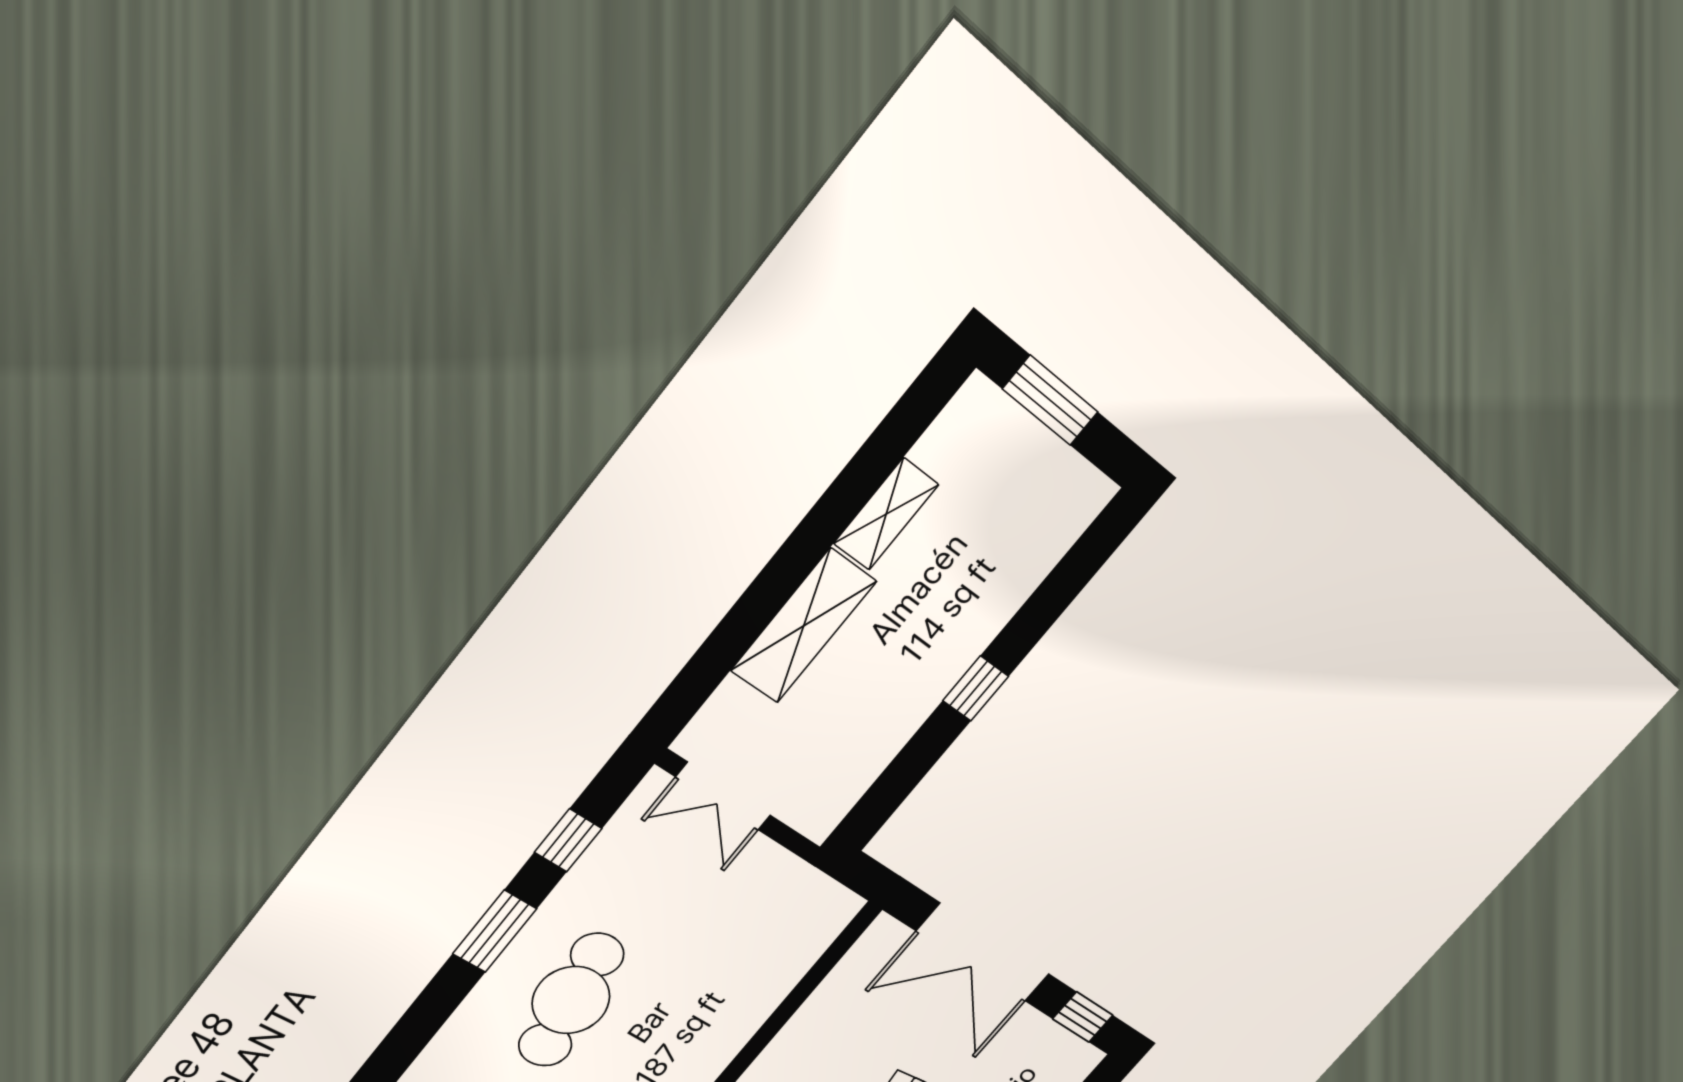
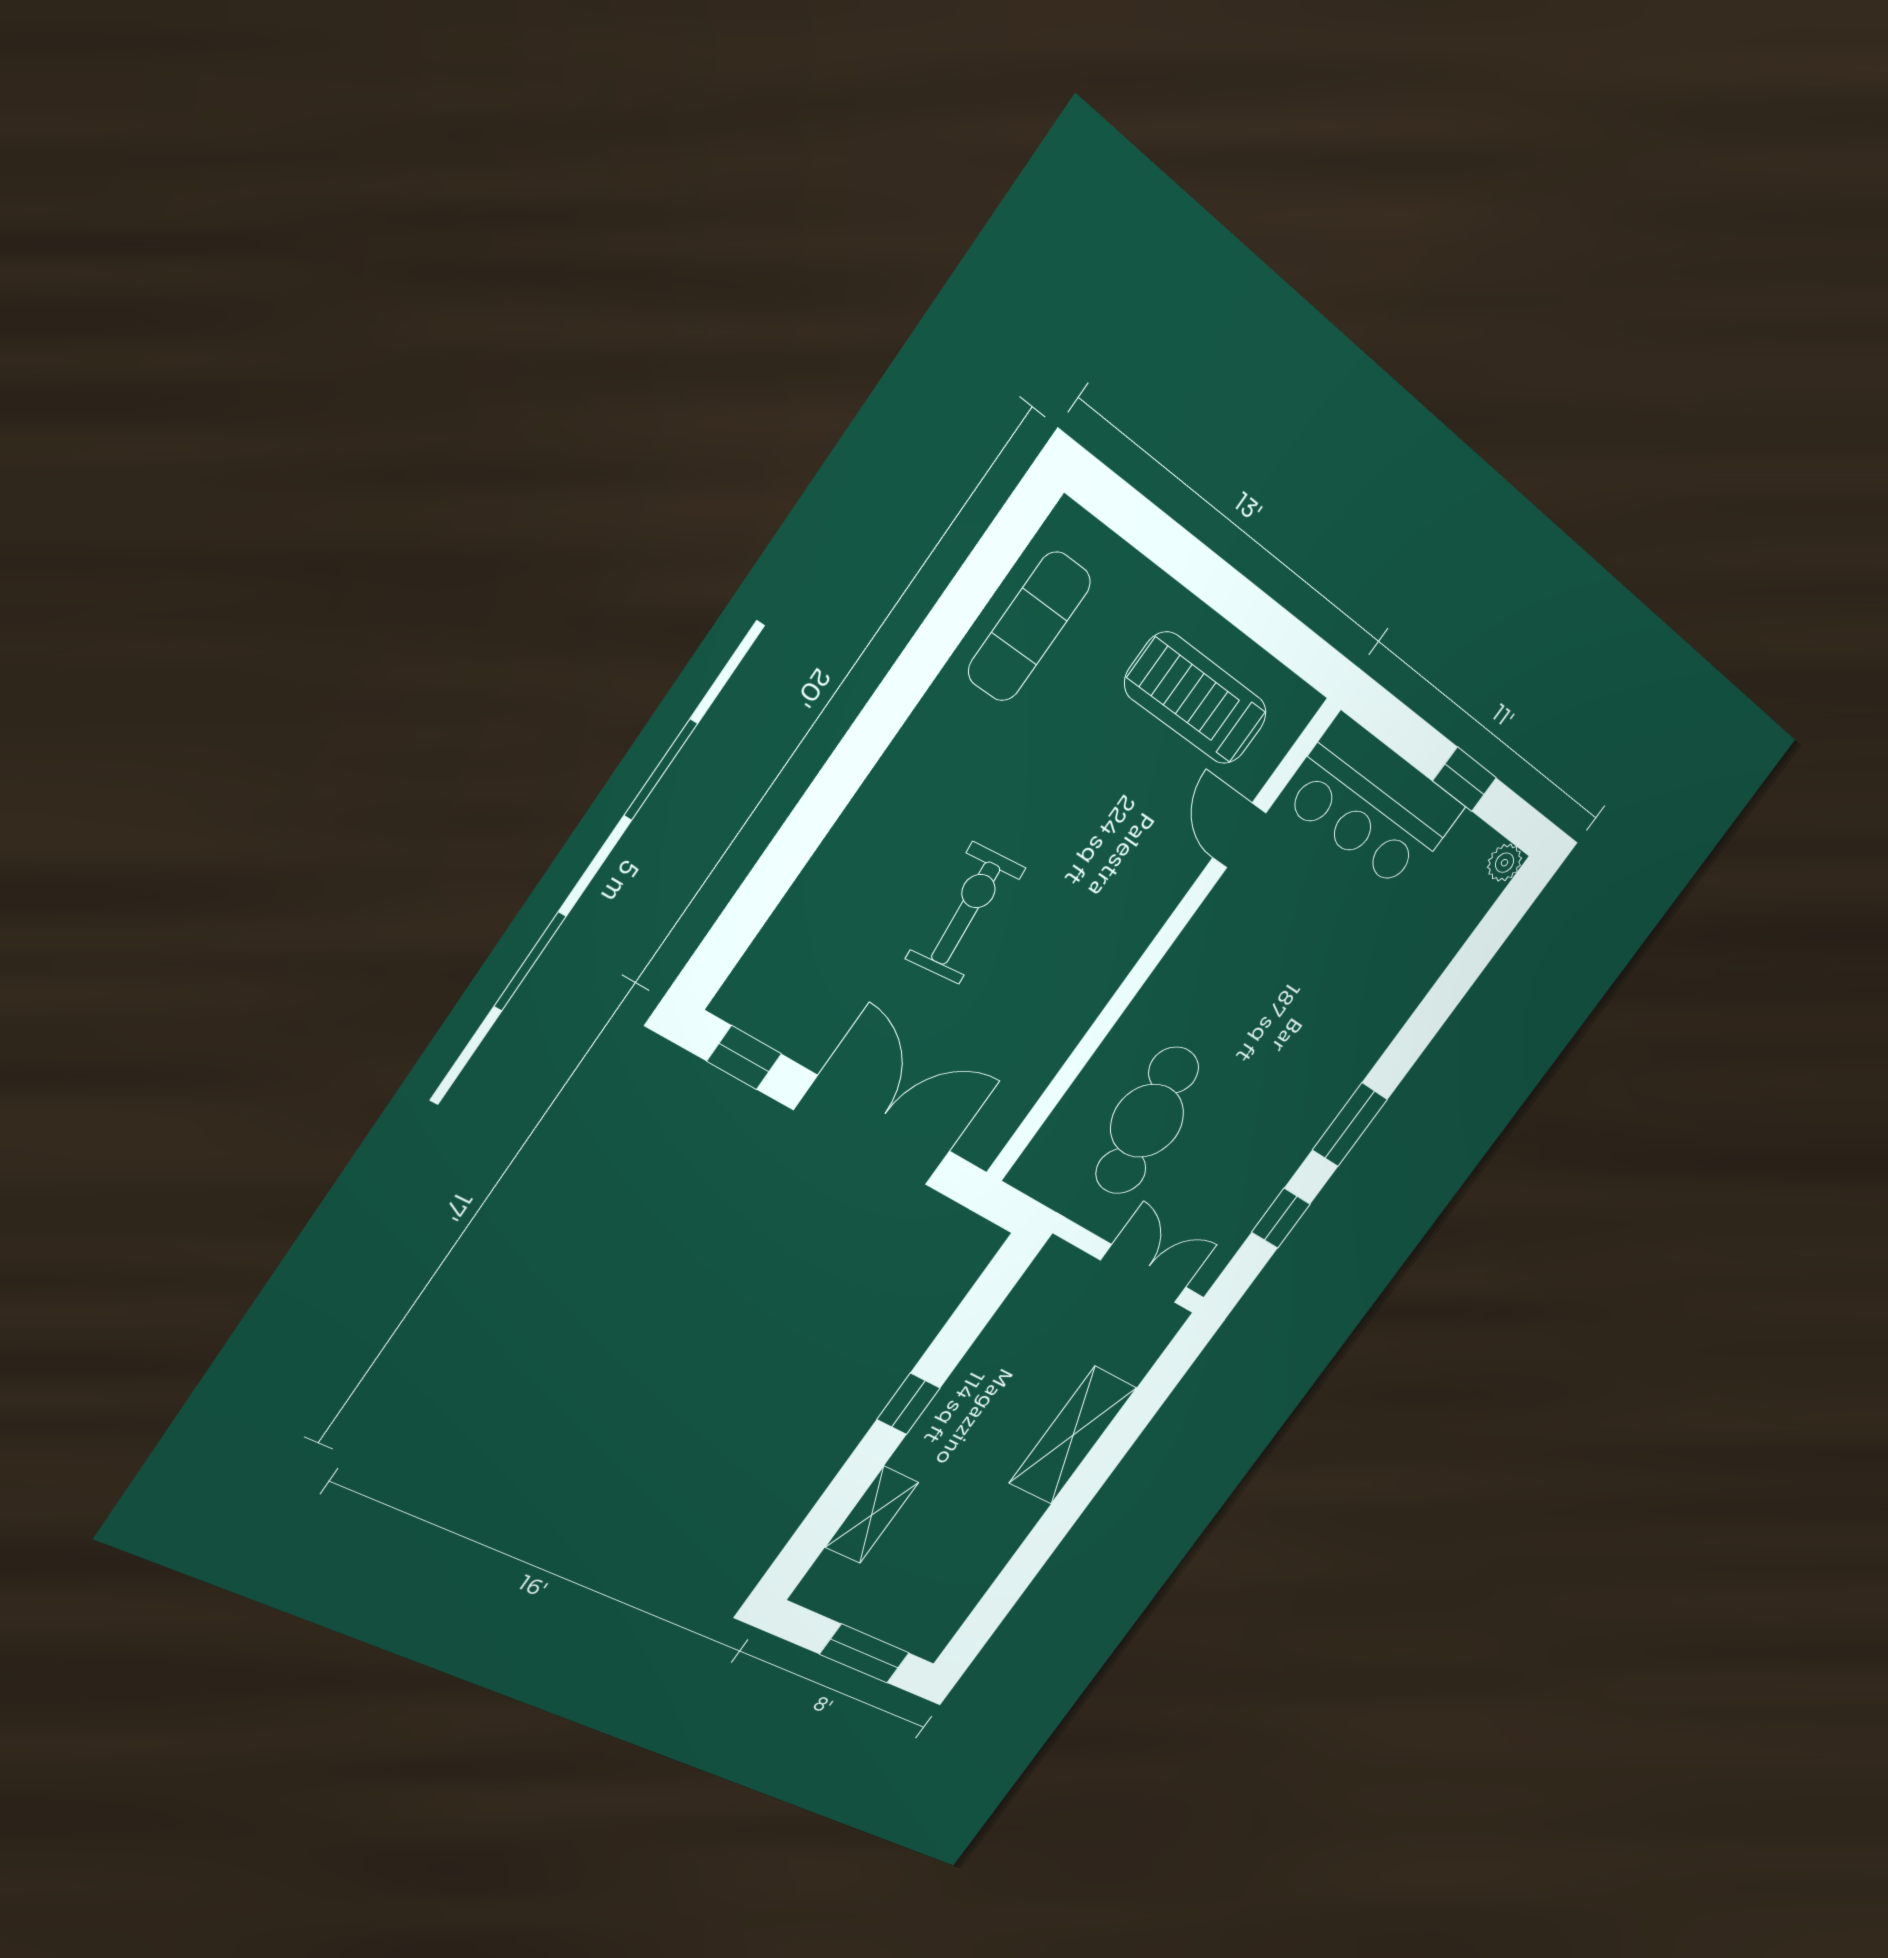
shelving: (886, 514) -> (872, 1515), moved
cafe table: (571, 1000) -> (1147, 1121), moved

